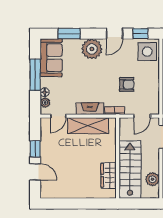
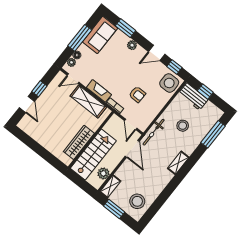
plant: (92, 49) -> (132, 45), width x0.53, depth x0.53
door: (142, 116) -> (131, 124), hinge flipped
wardrobe: (109, 175) -> (79, 142), width x1.50

